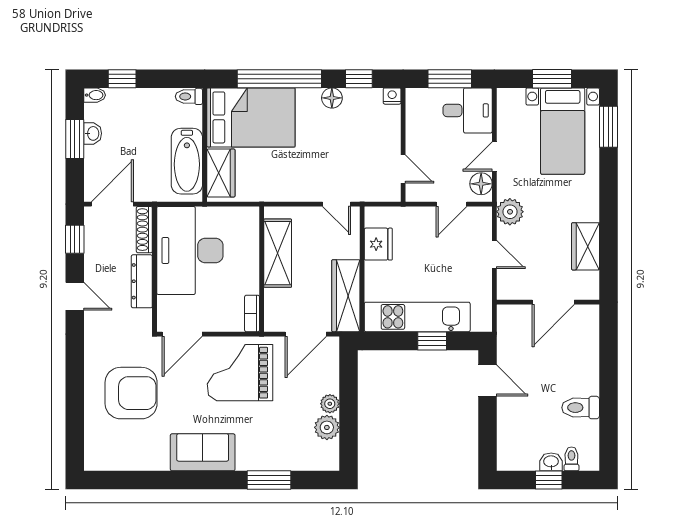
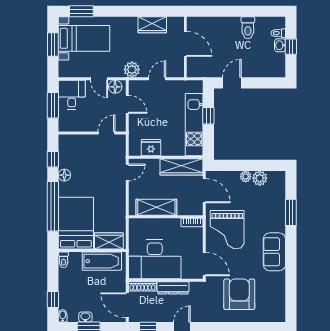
nightstand: (392, 96) -> (63, 139), removed

